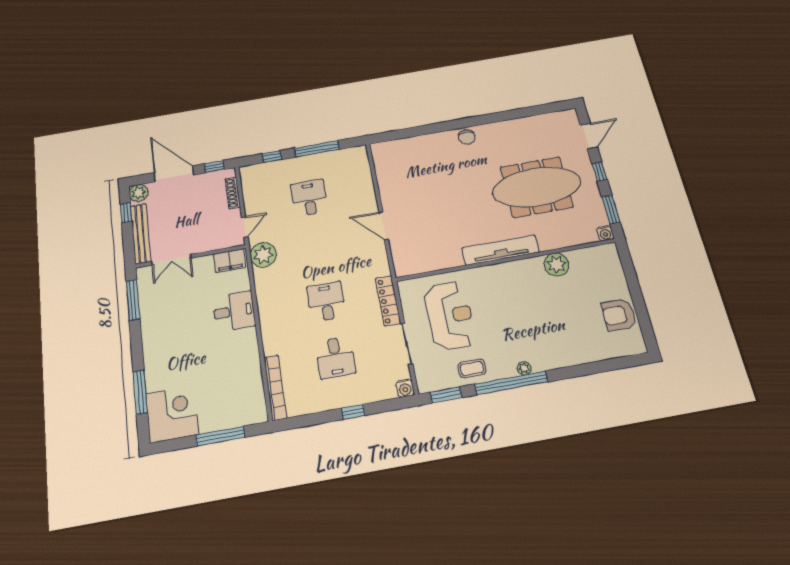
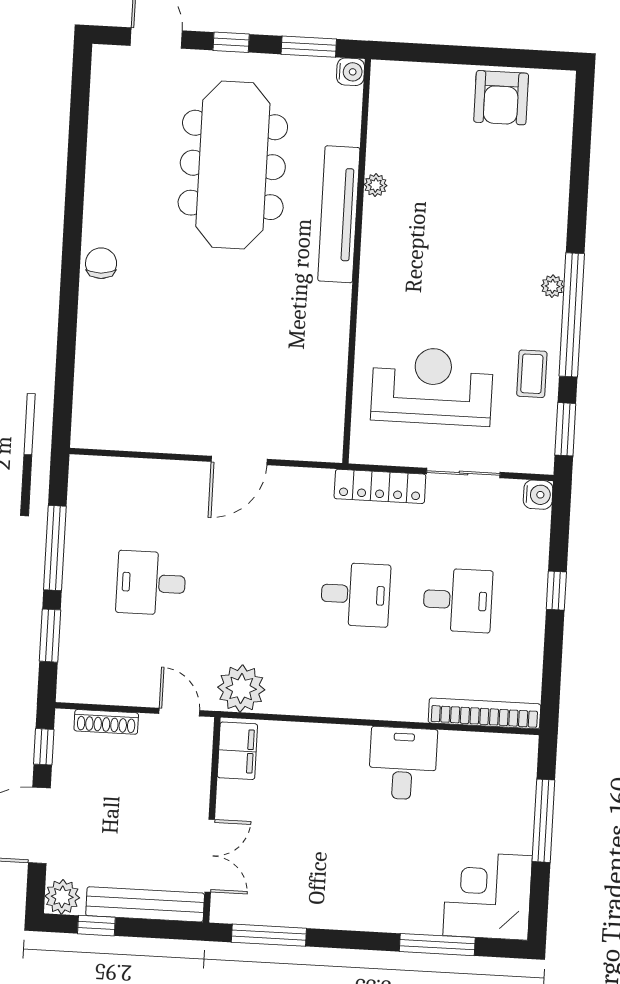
chair: (467, 137) -> (101, 263), turned -93
window: (272, 157) -> (50, 636), width x1.50
tv unit: (500, 250) -> (339, 214), moved
plant: (556, 264) -> (376, 185), width x0.53, depth x0.53
desk: (326, 302) -> (355, 594), turned 180
desk: (234, 311) -> (403, 763), moved

